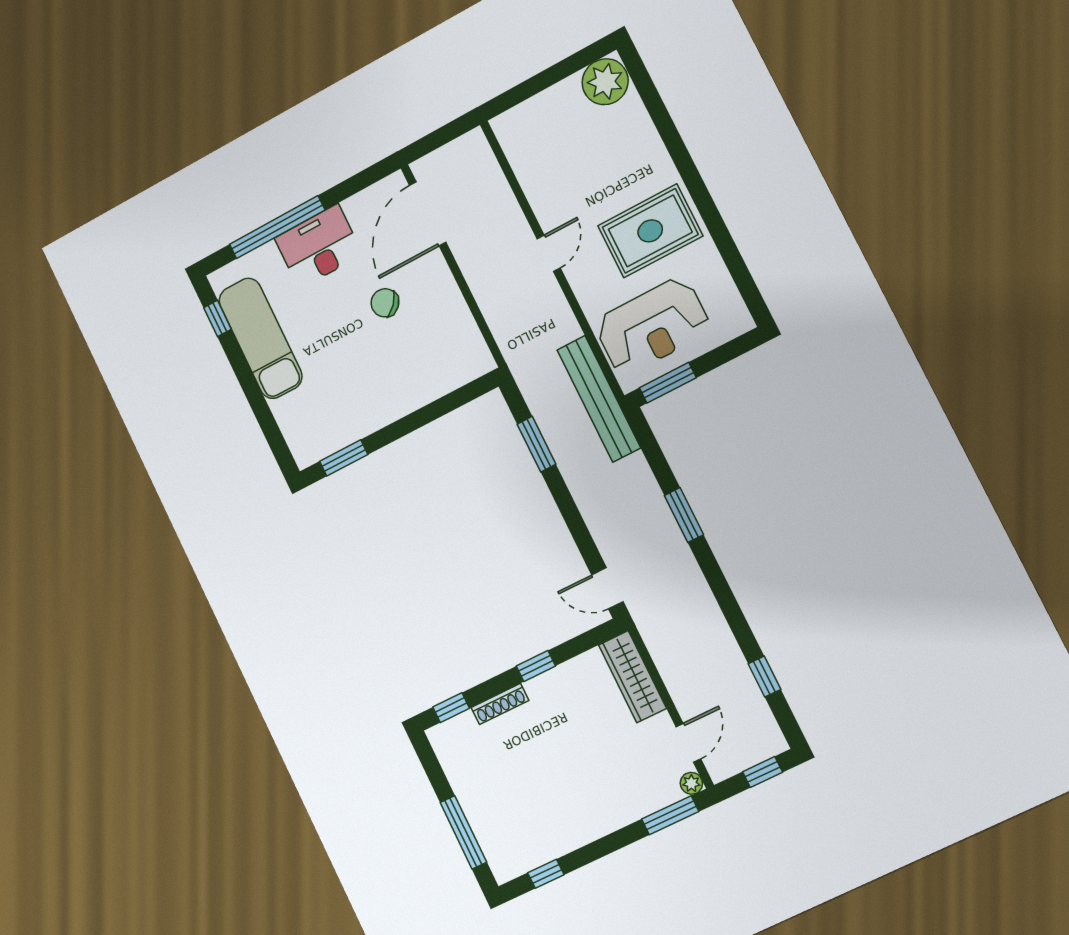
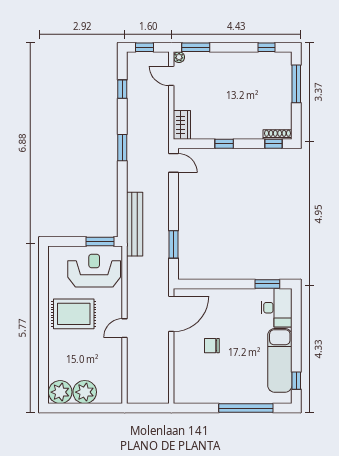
plant: (562, 105) -> (85, 392), added
door: (428, 214) -> (171, 314), moved
desk: (319, 246) -> (277, 308), moved, turned -90
chair: (385, 303) -> (212, 346), turned 139
bench: (599, 399) -> (135, 224), moved
window: (684, 515) -> (122, 148), moved
wardrobe: (632, 677) -> (182, 125), width x0.67
shoe rack: (500, 704) -> (277, 134), moved
door: (688, 743) -> (171, 76), hinge flipped

